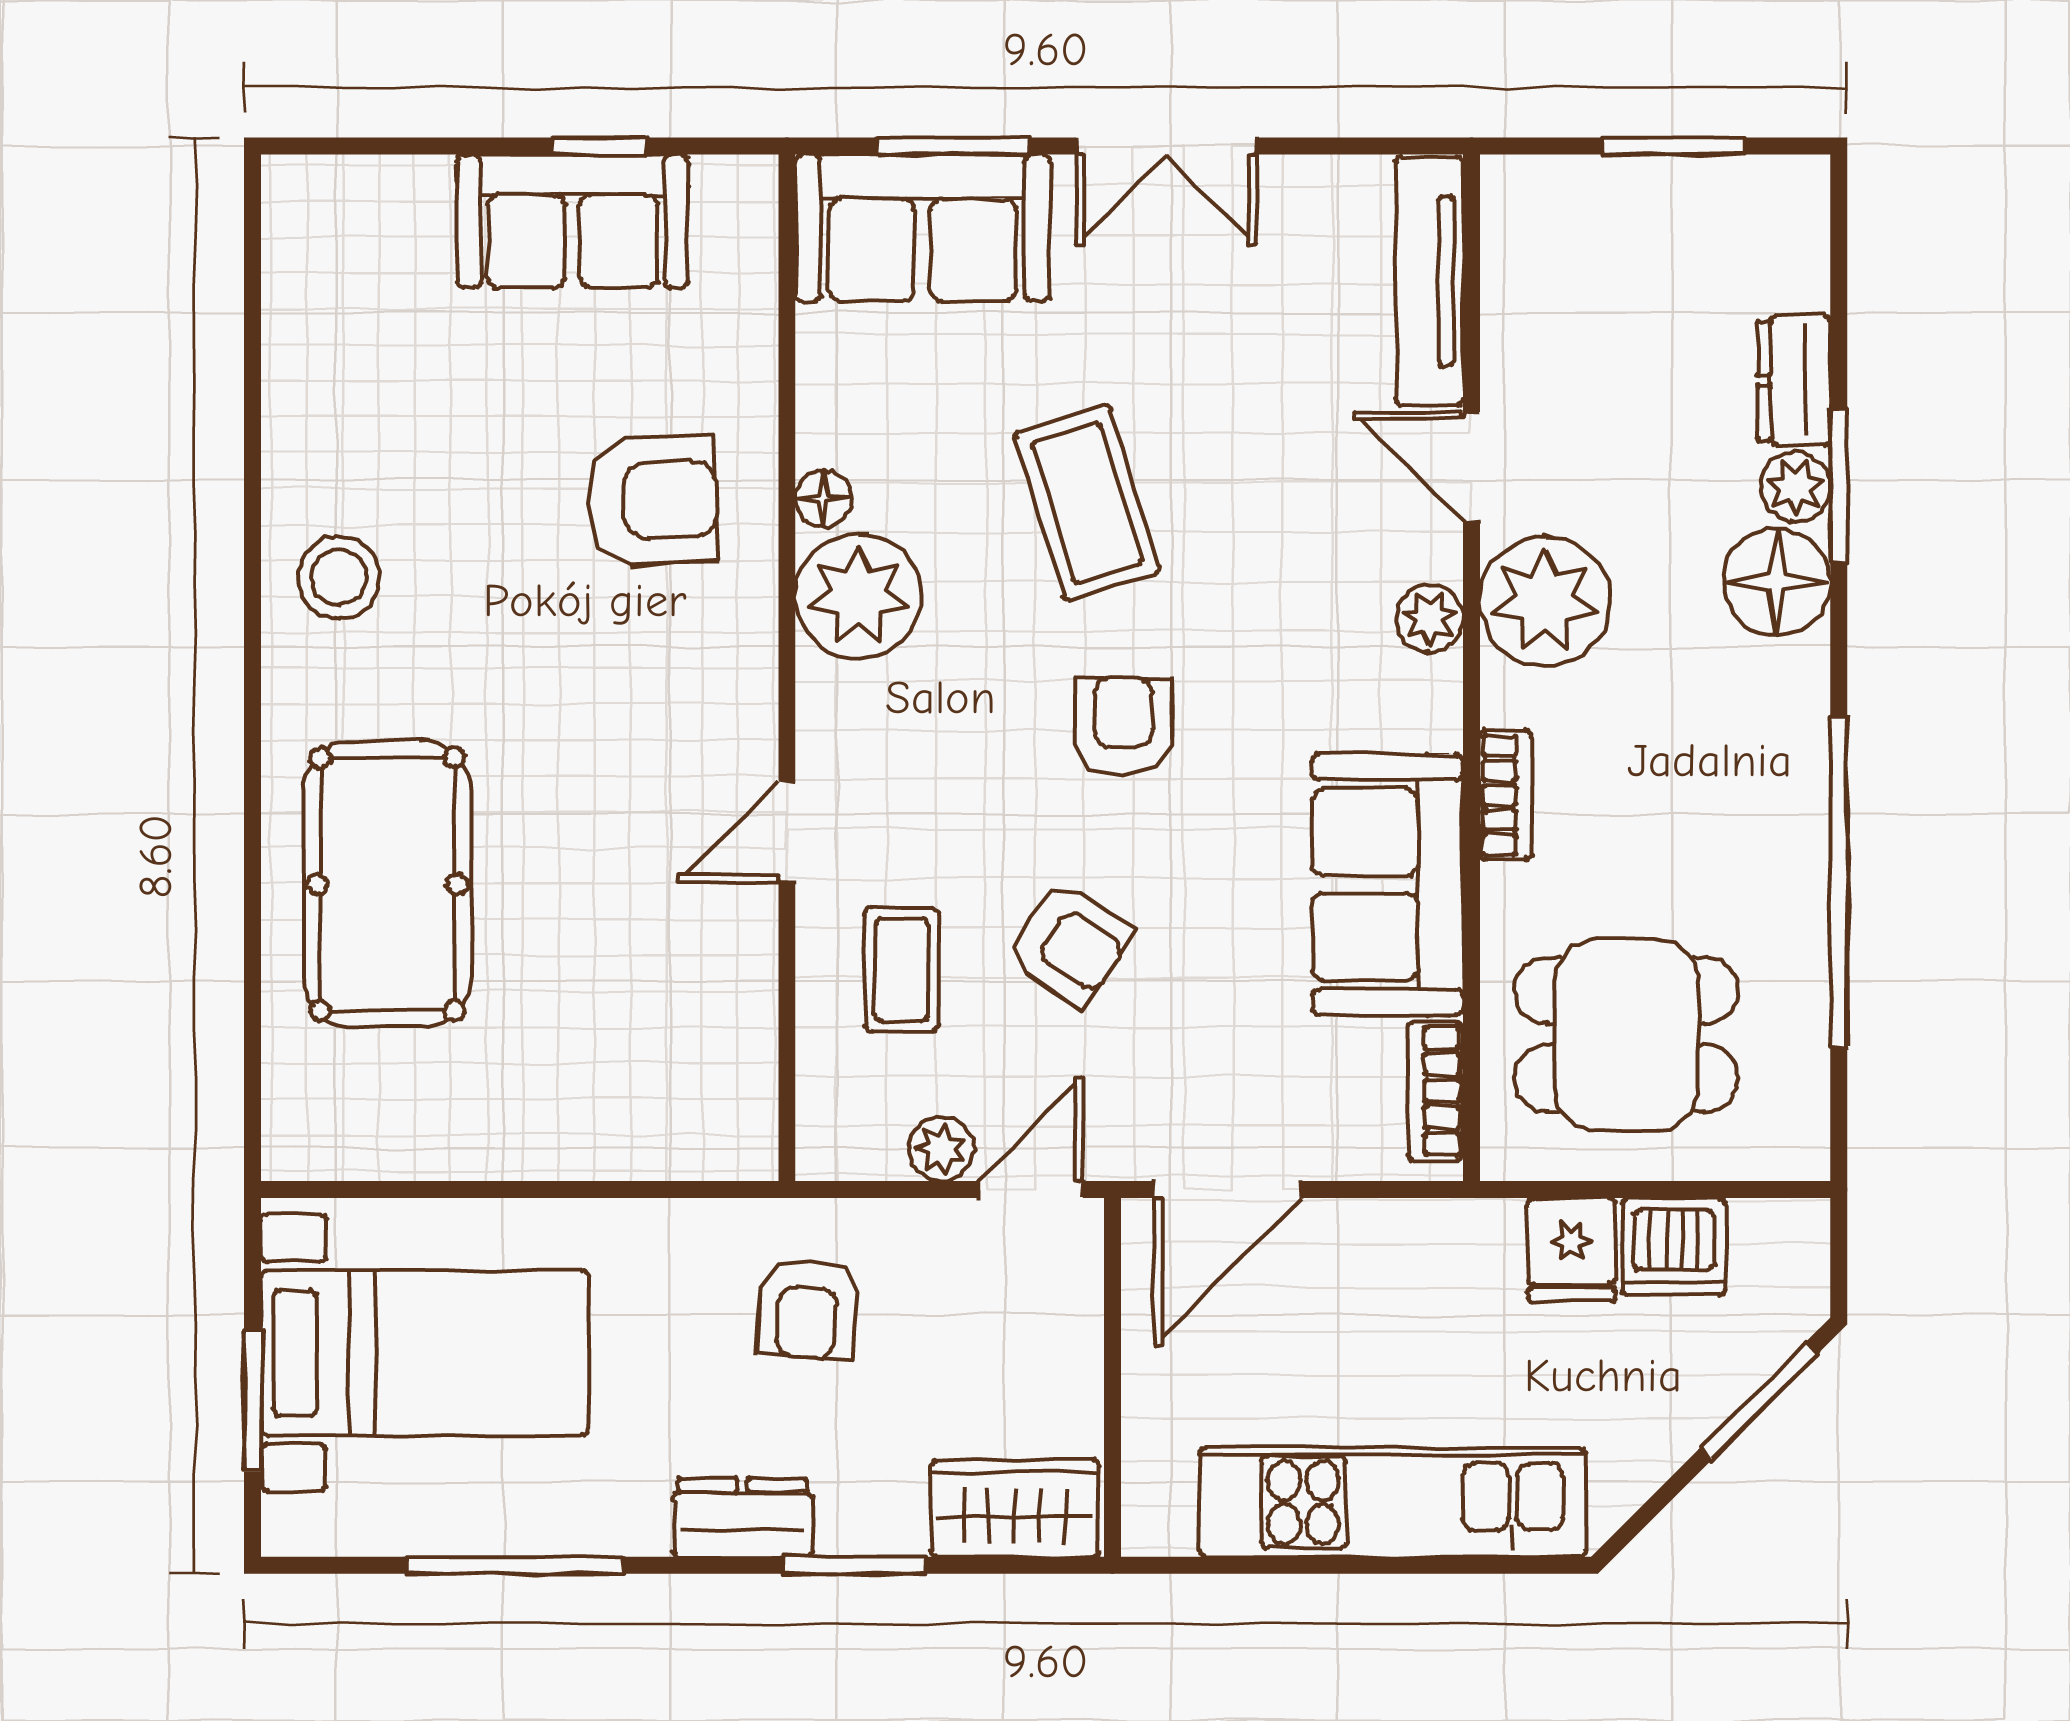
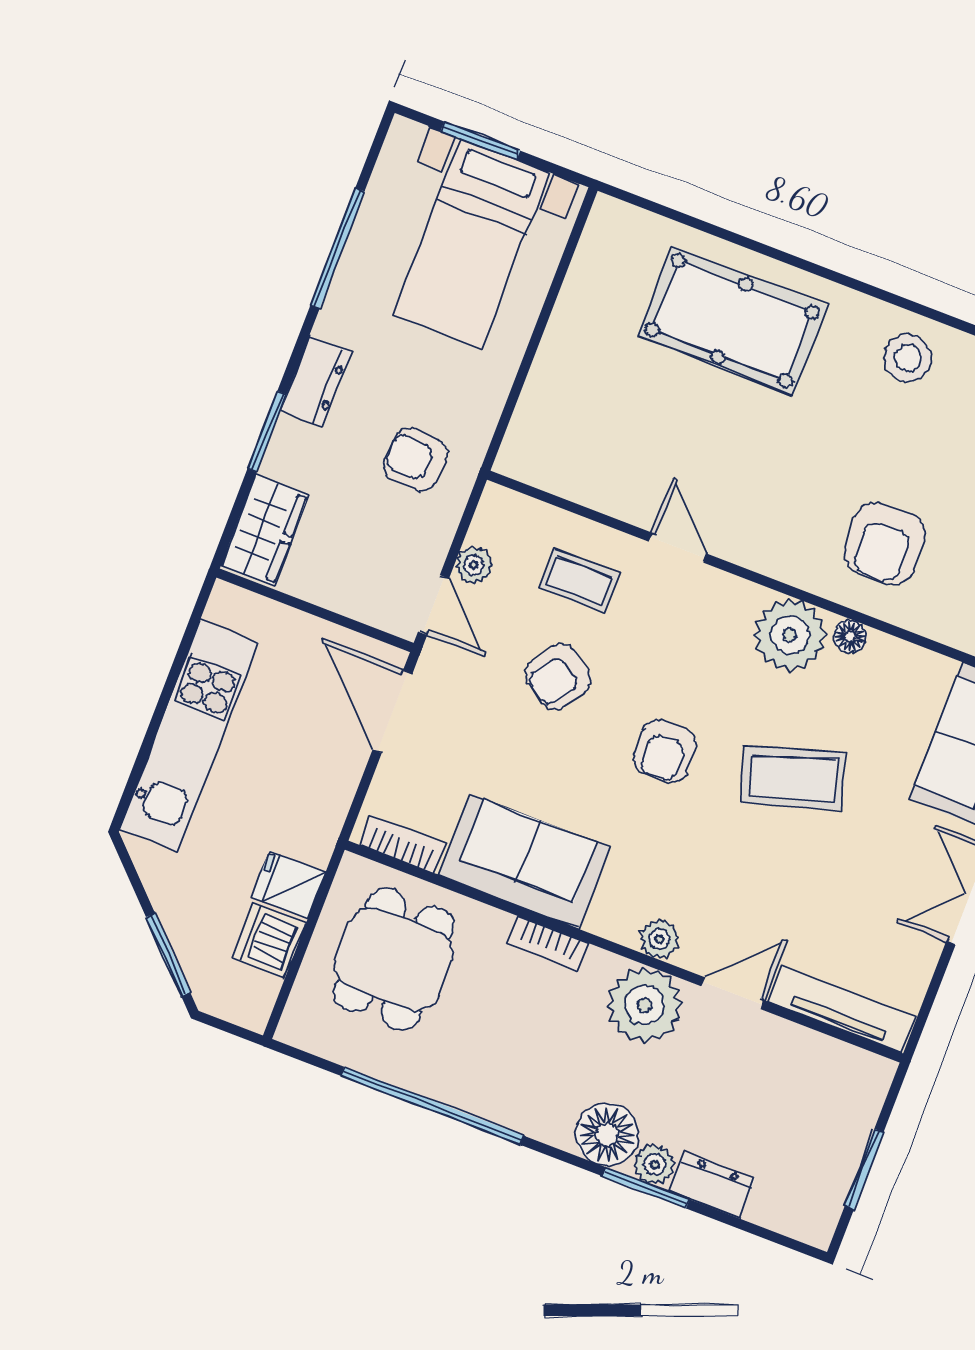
armchair: (1123, 726) -> (665, 751), turned 90

